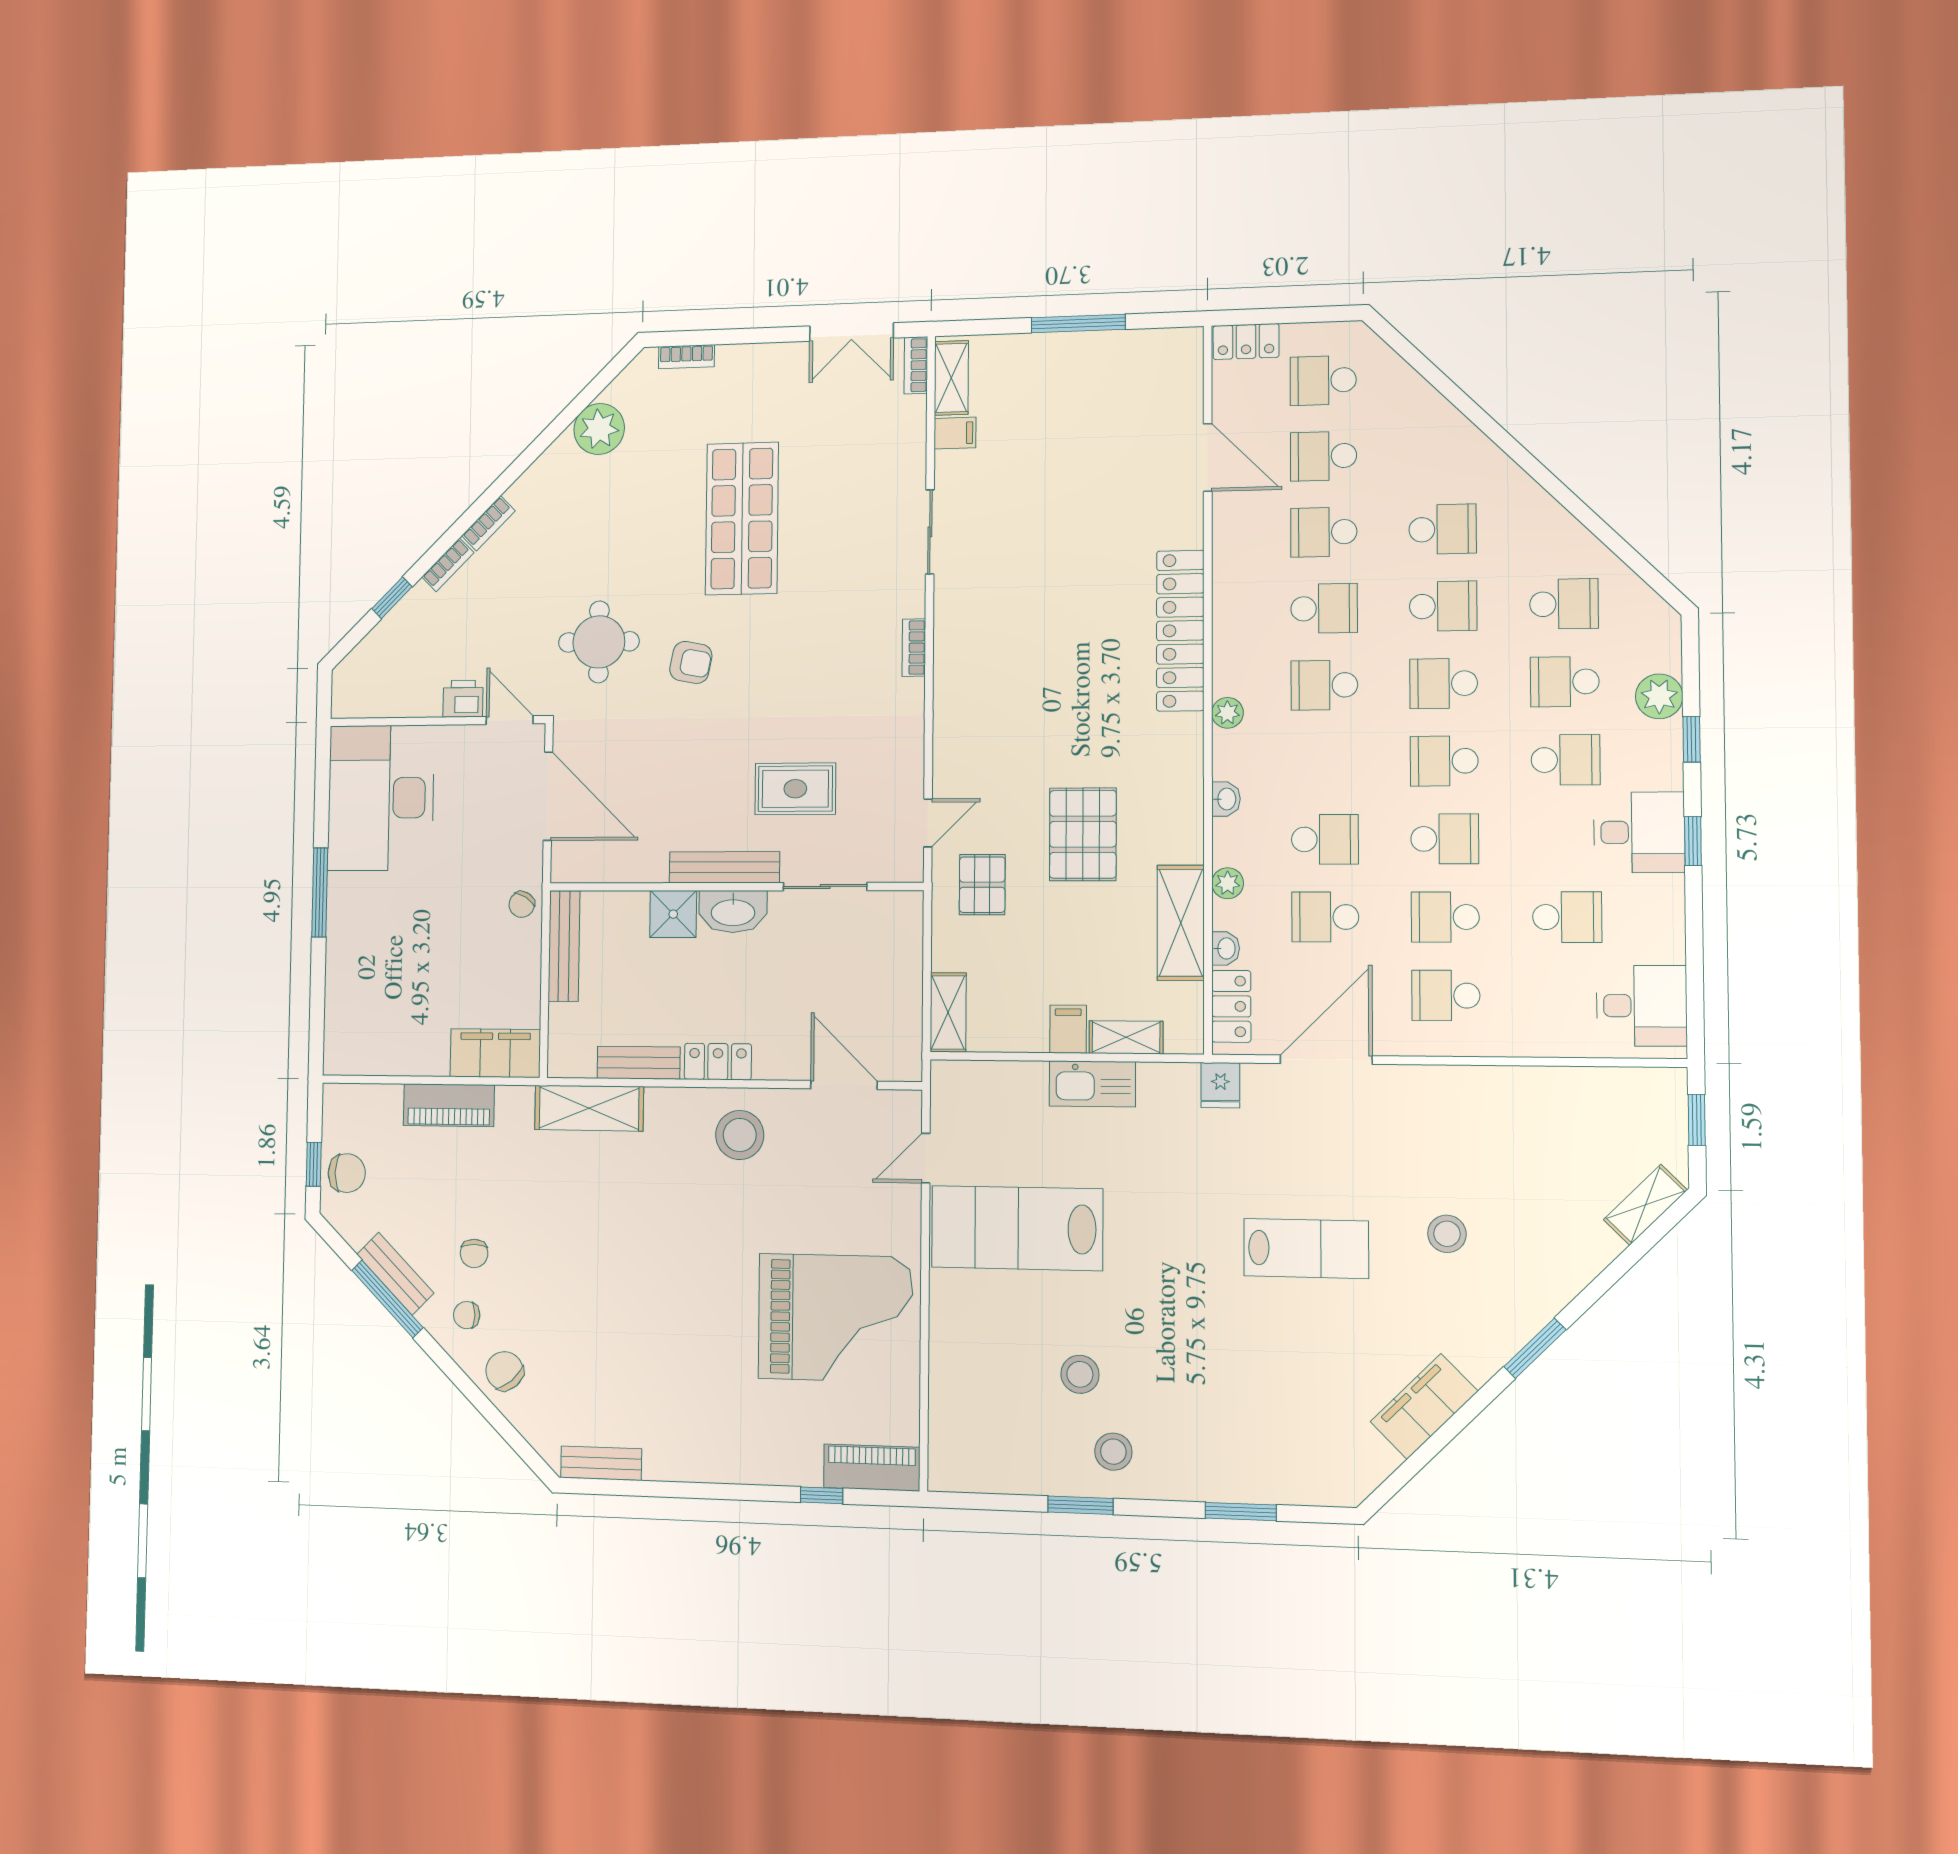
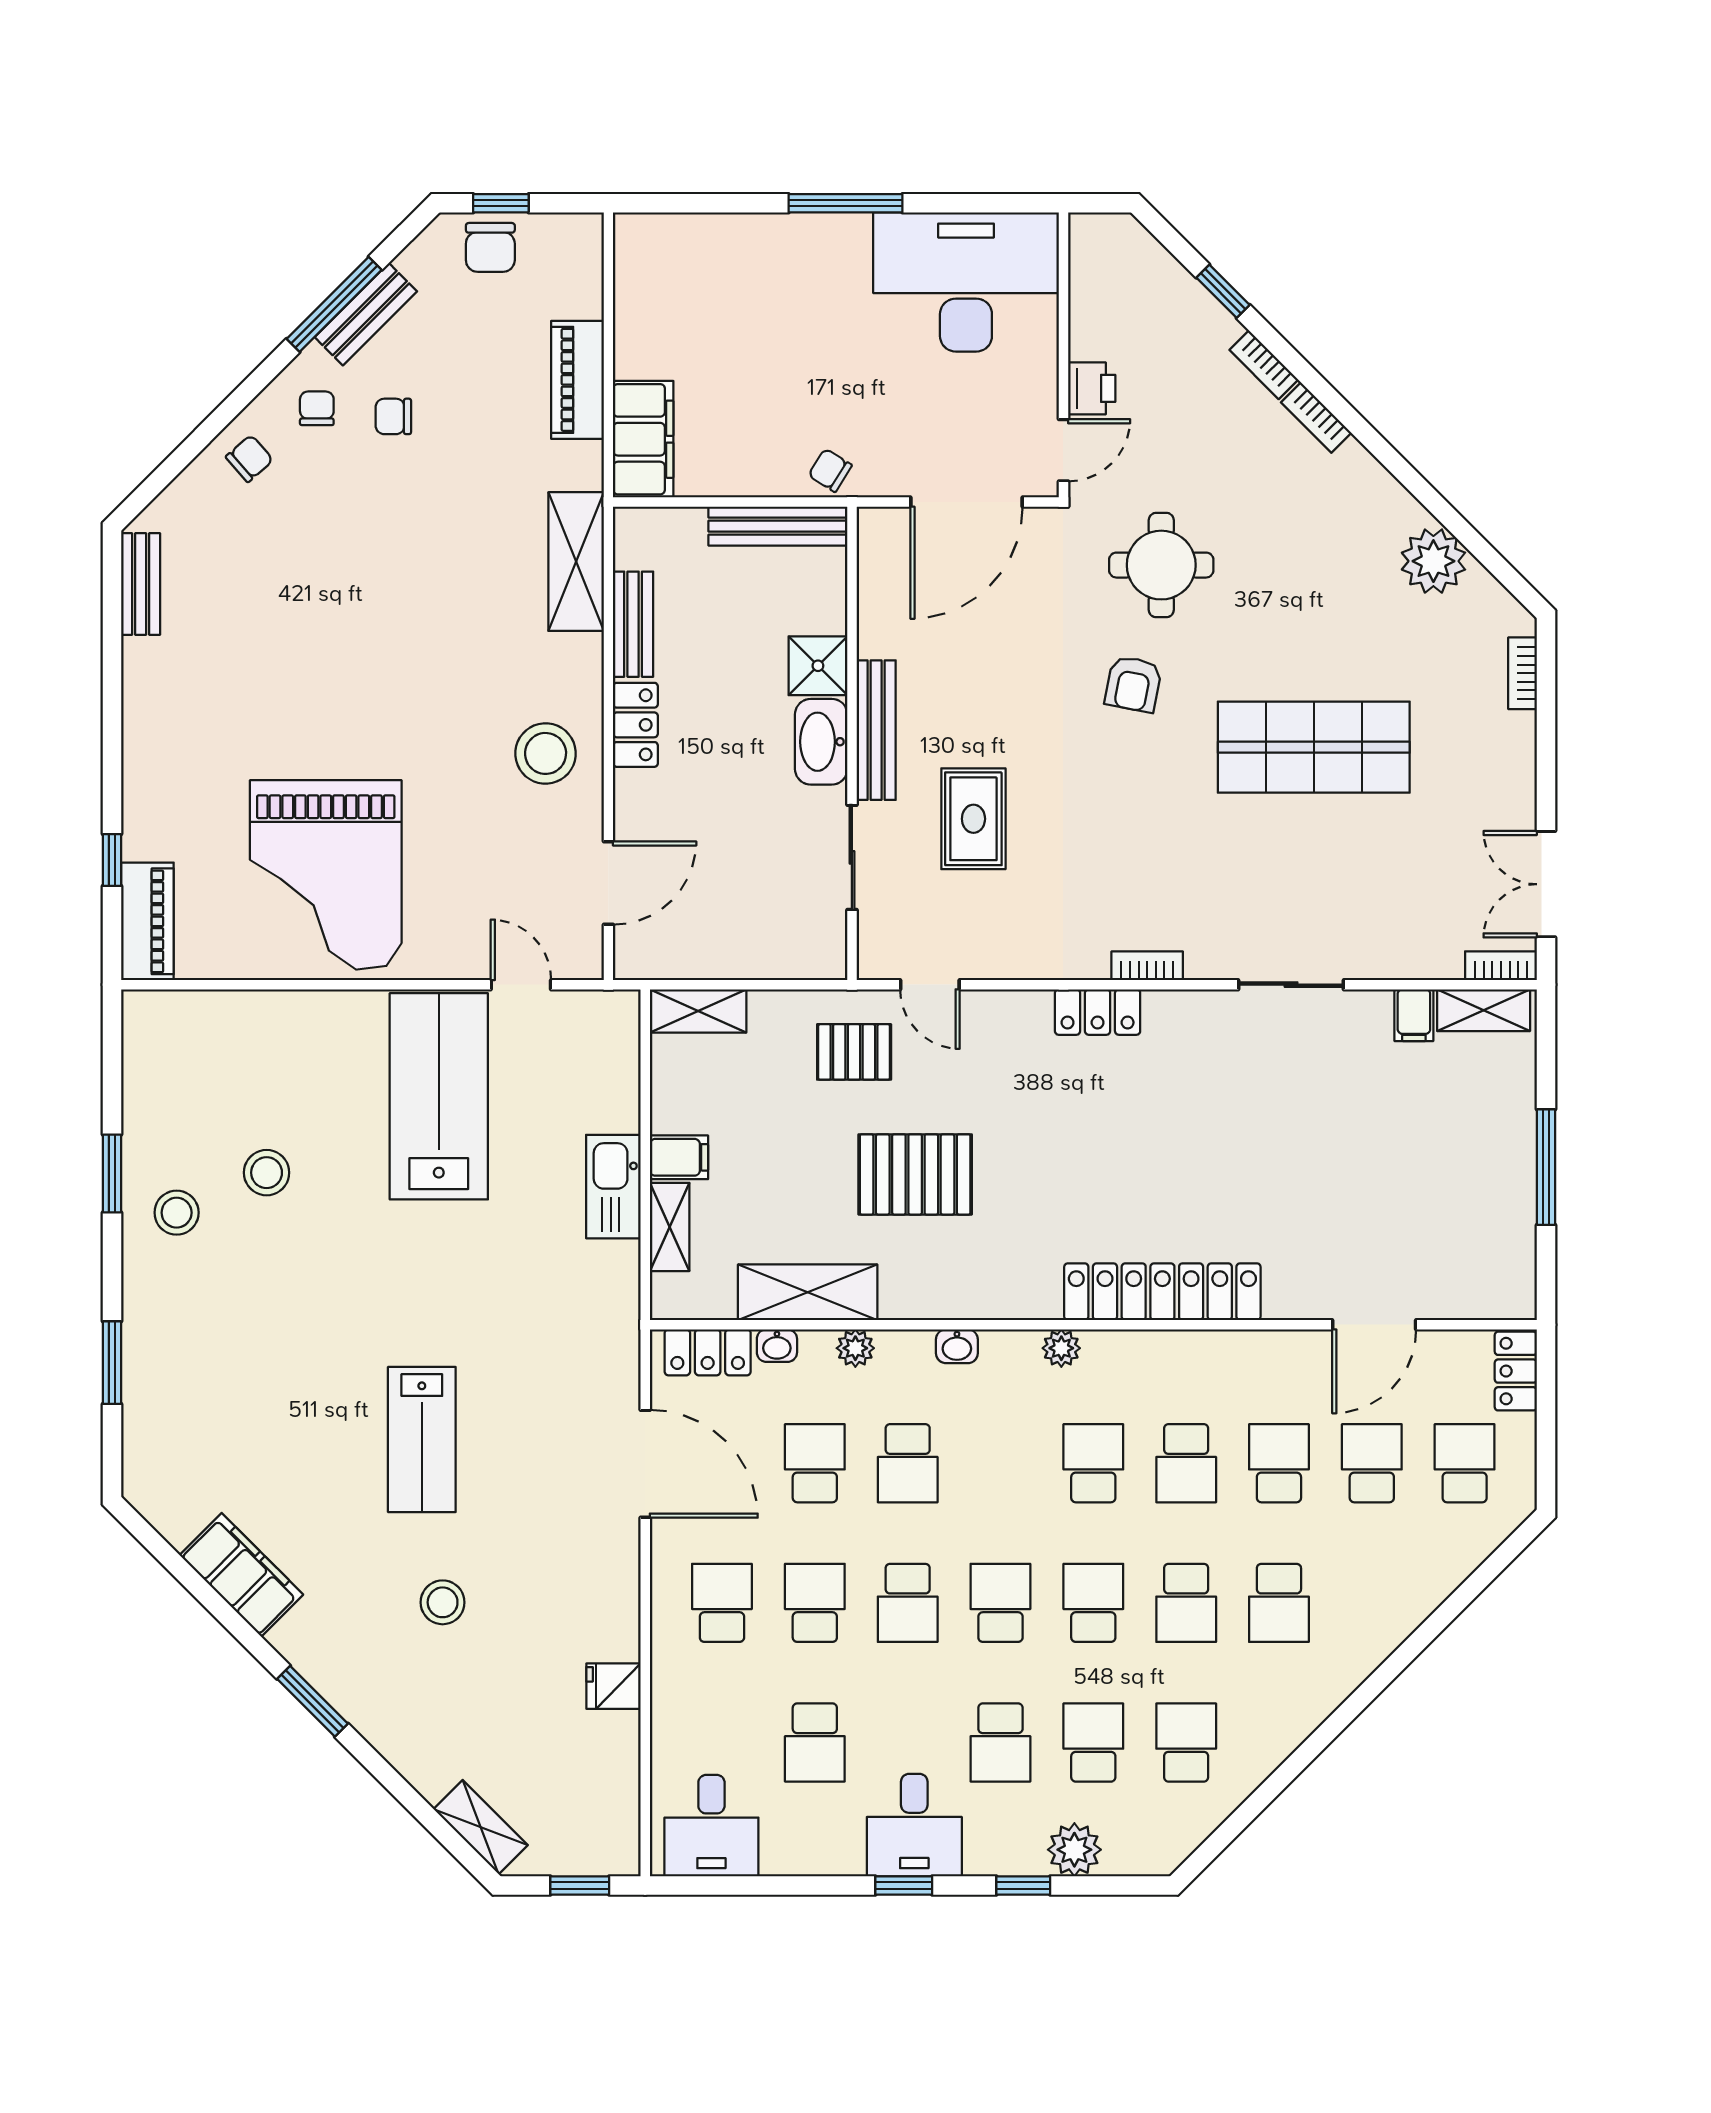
school desk: (1564, 604) -> (1186, 1742), turned 180
locker: (951, 687) -> (1098, 1012), added
fridge: (1220, 1085) -> (613, 1686), moved
chair: (504, 1371) -> (249, 458), width x0.73, depth x0.73

